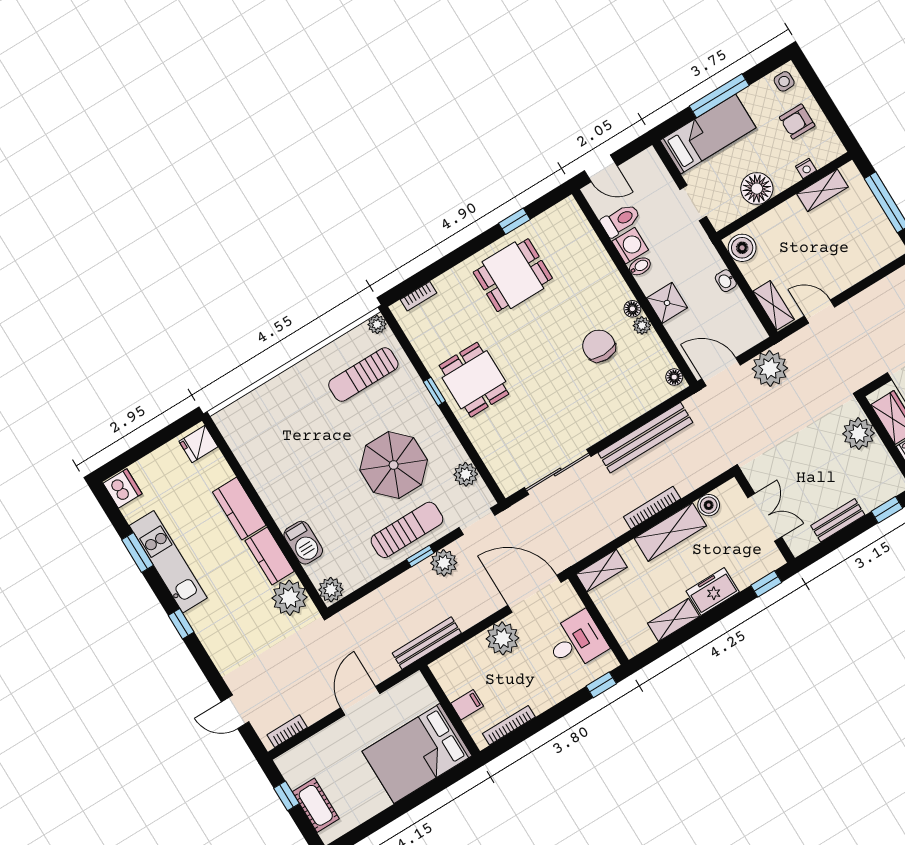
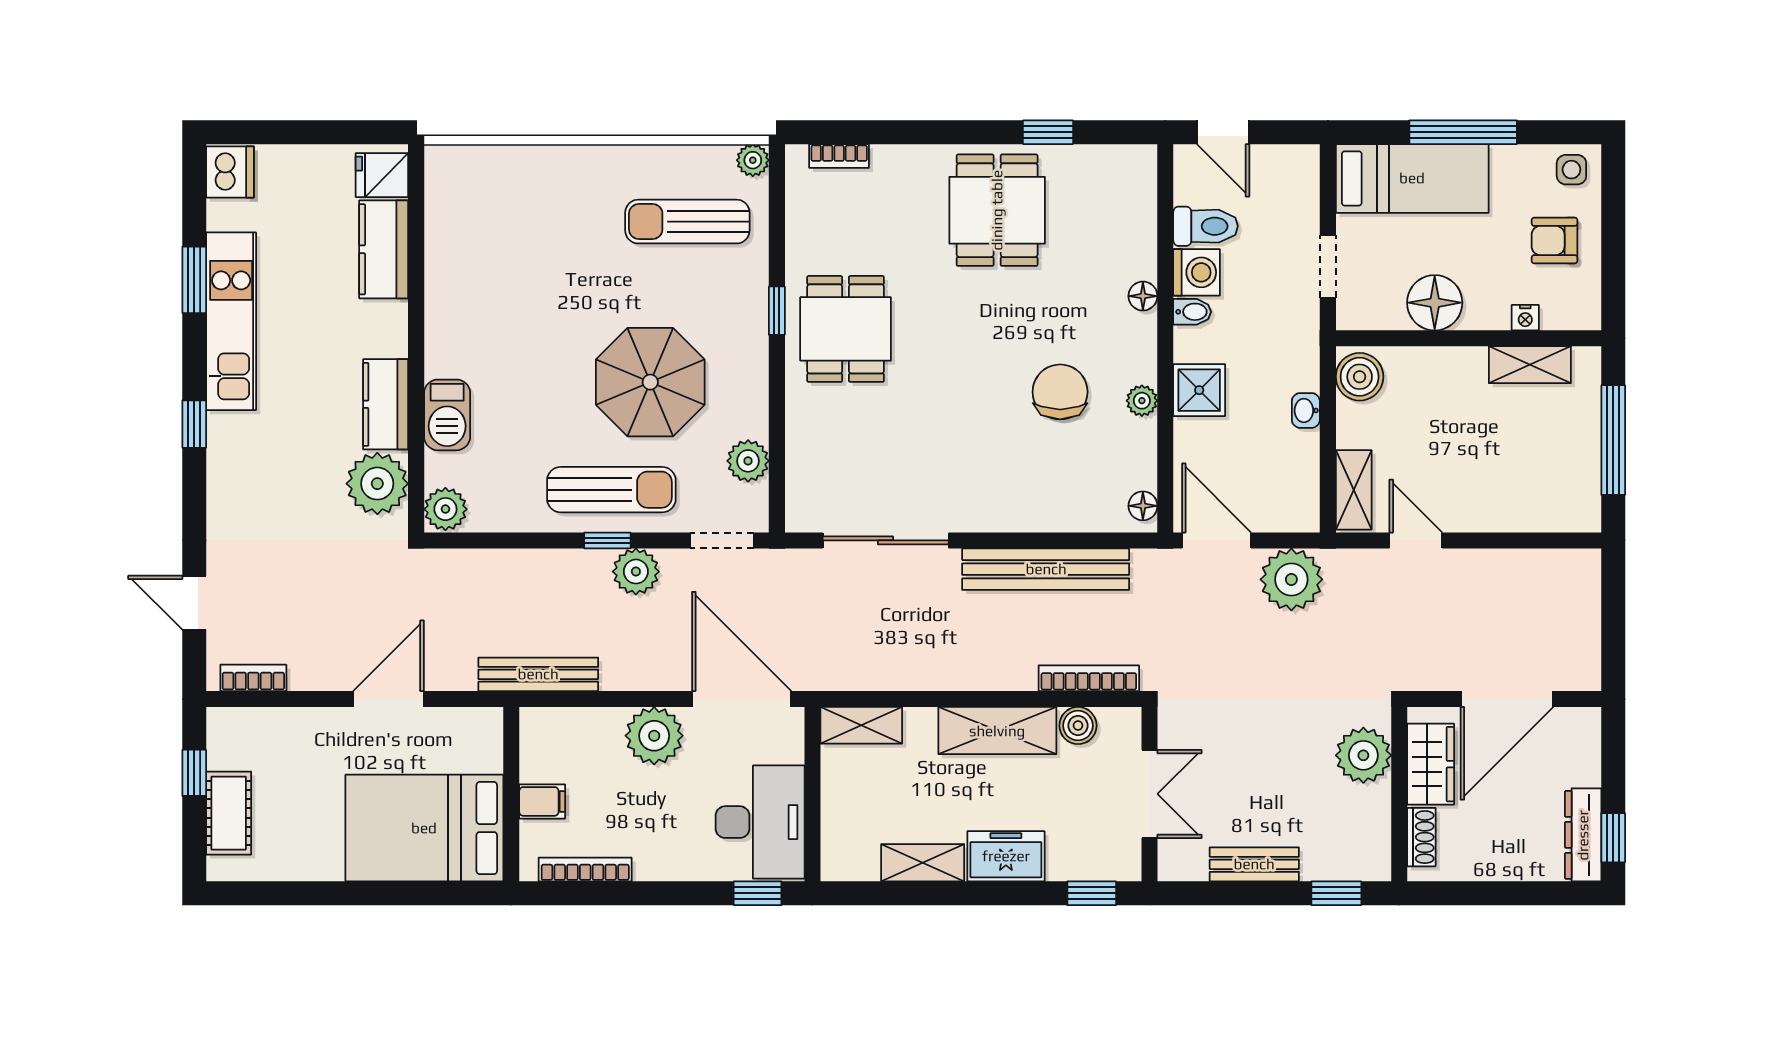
dining table: (513, 275) -> (997, 210), turned 90
floor lamp: (632, 309) -> (1143, 296), moved
bookcase: (652, 508) -> (1089, 678), moved
kitchen counter: (239, 509) -> (384, 249), moved
desk: (576, 641) -> (760, 822), width x1.37

